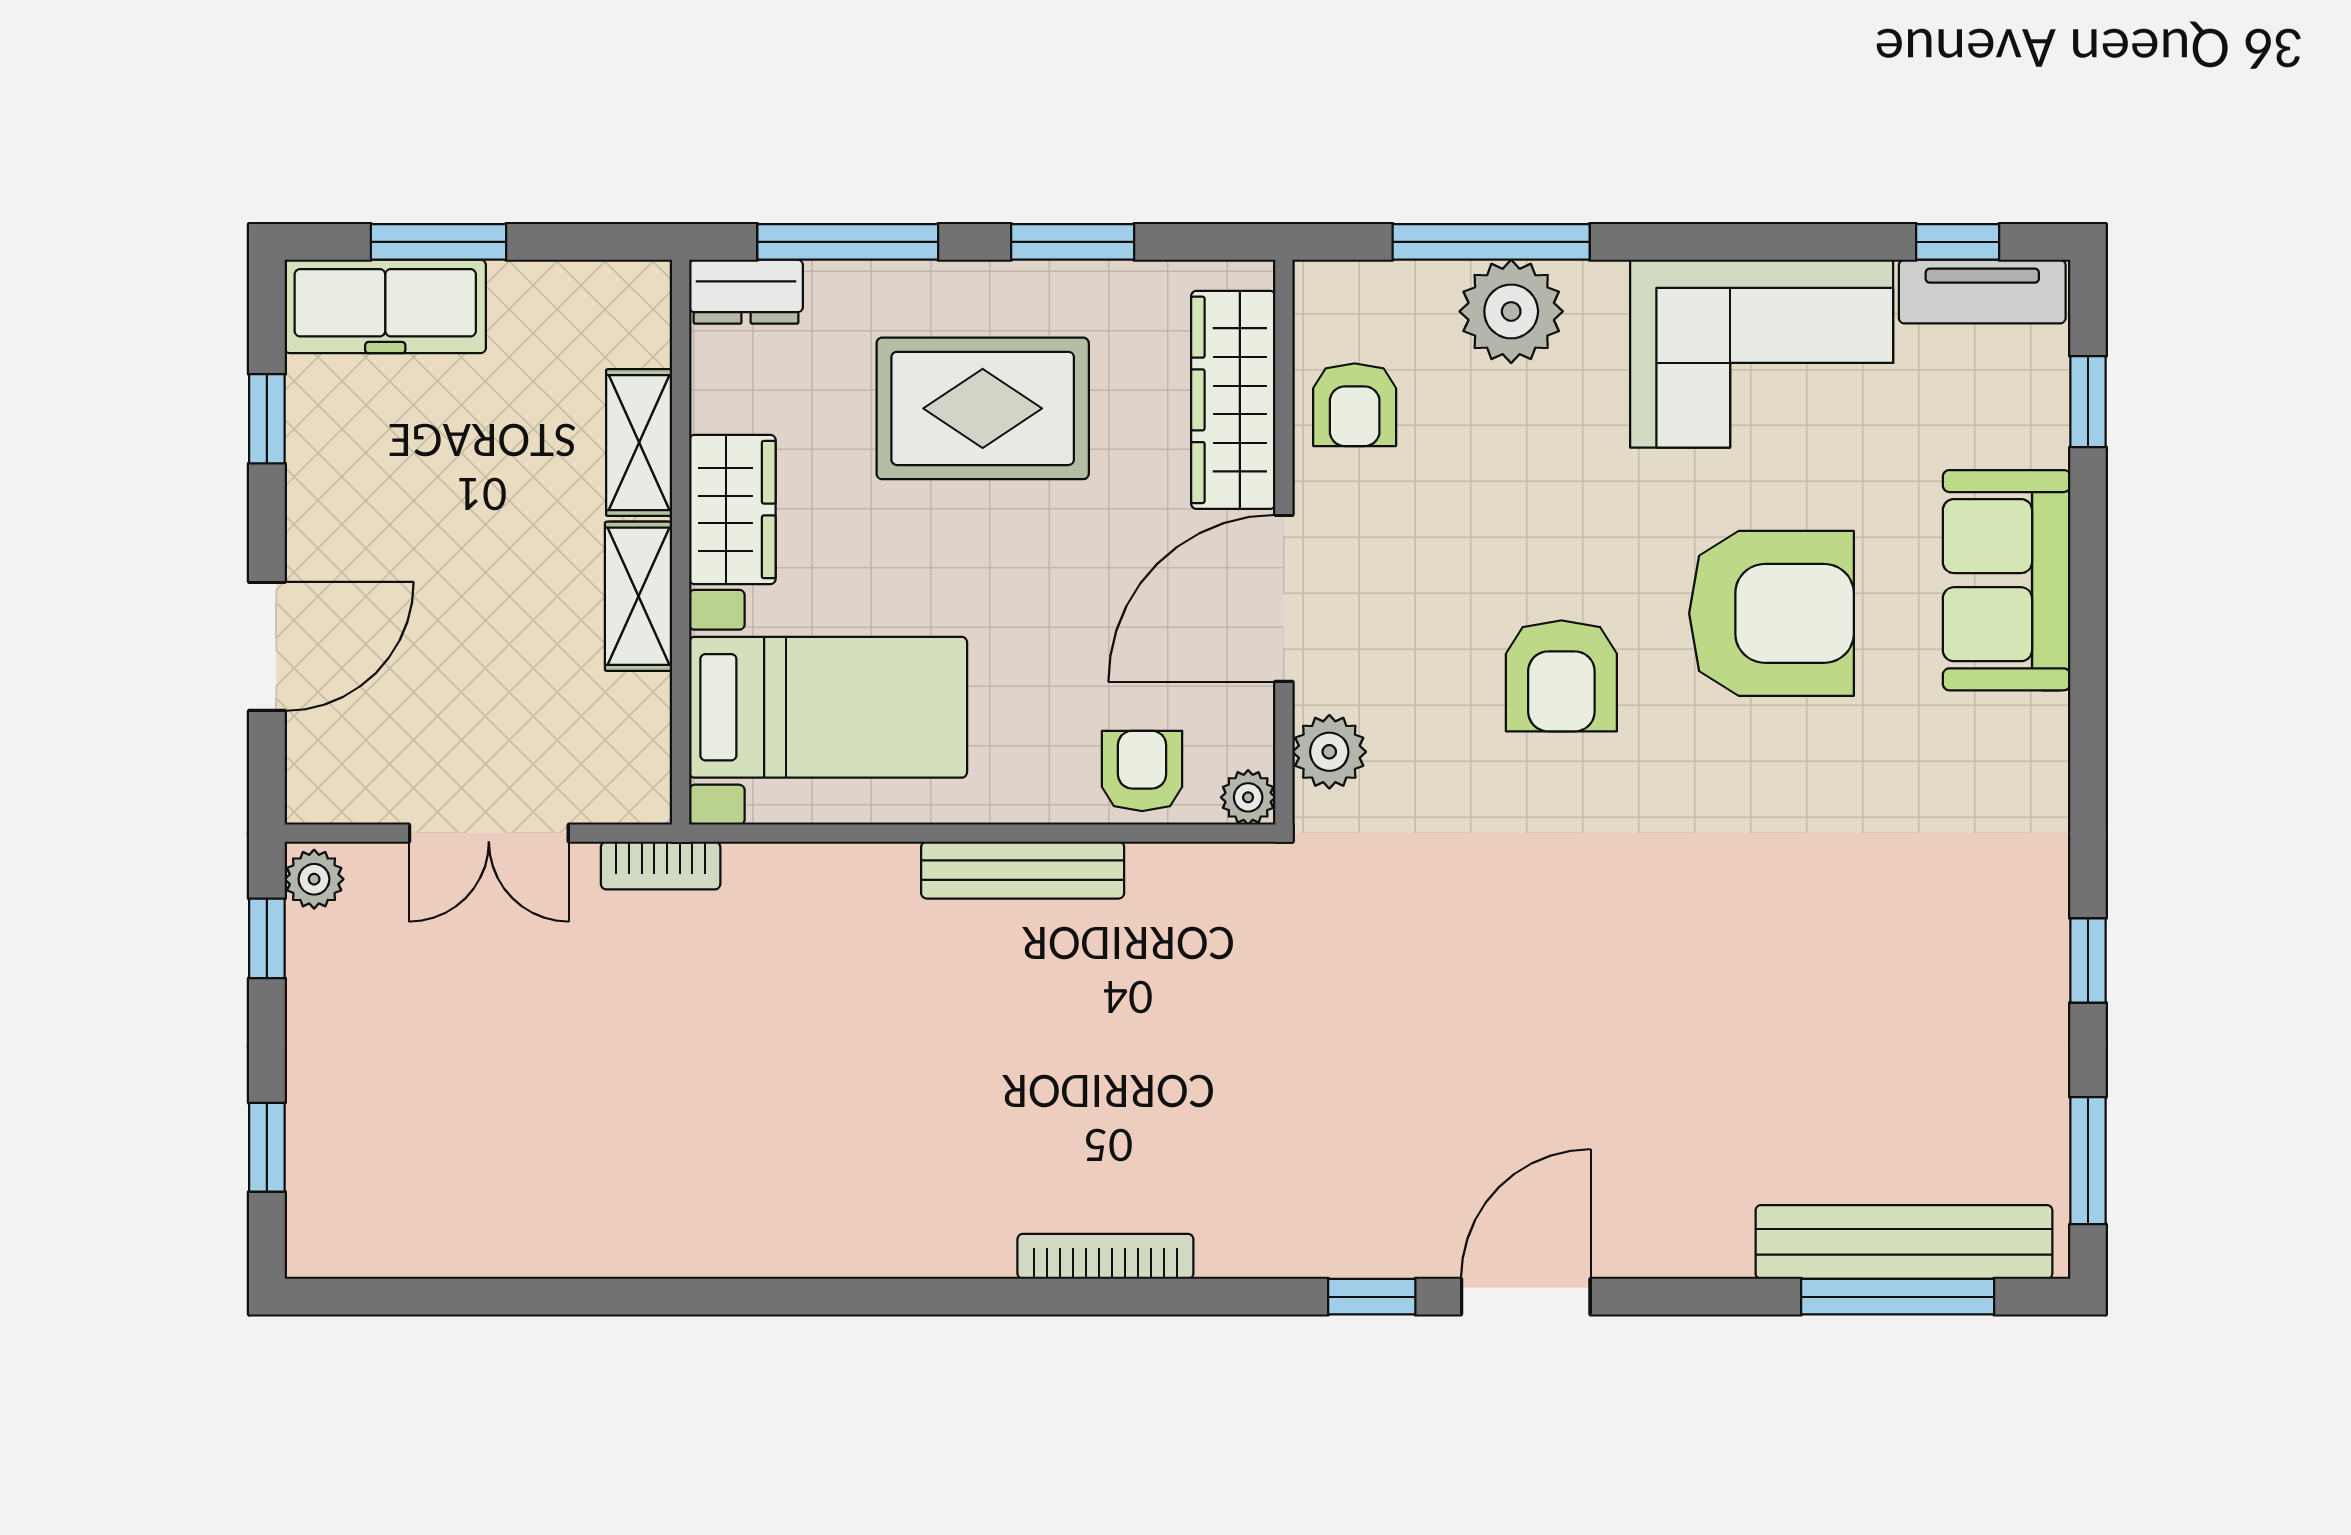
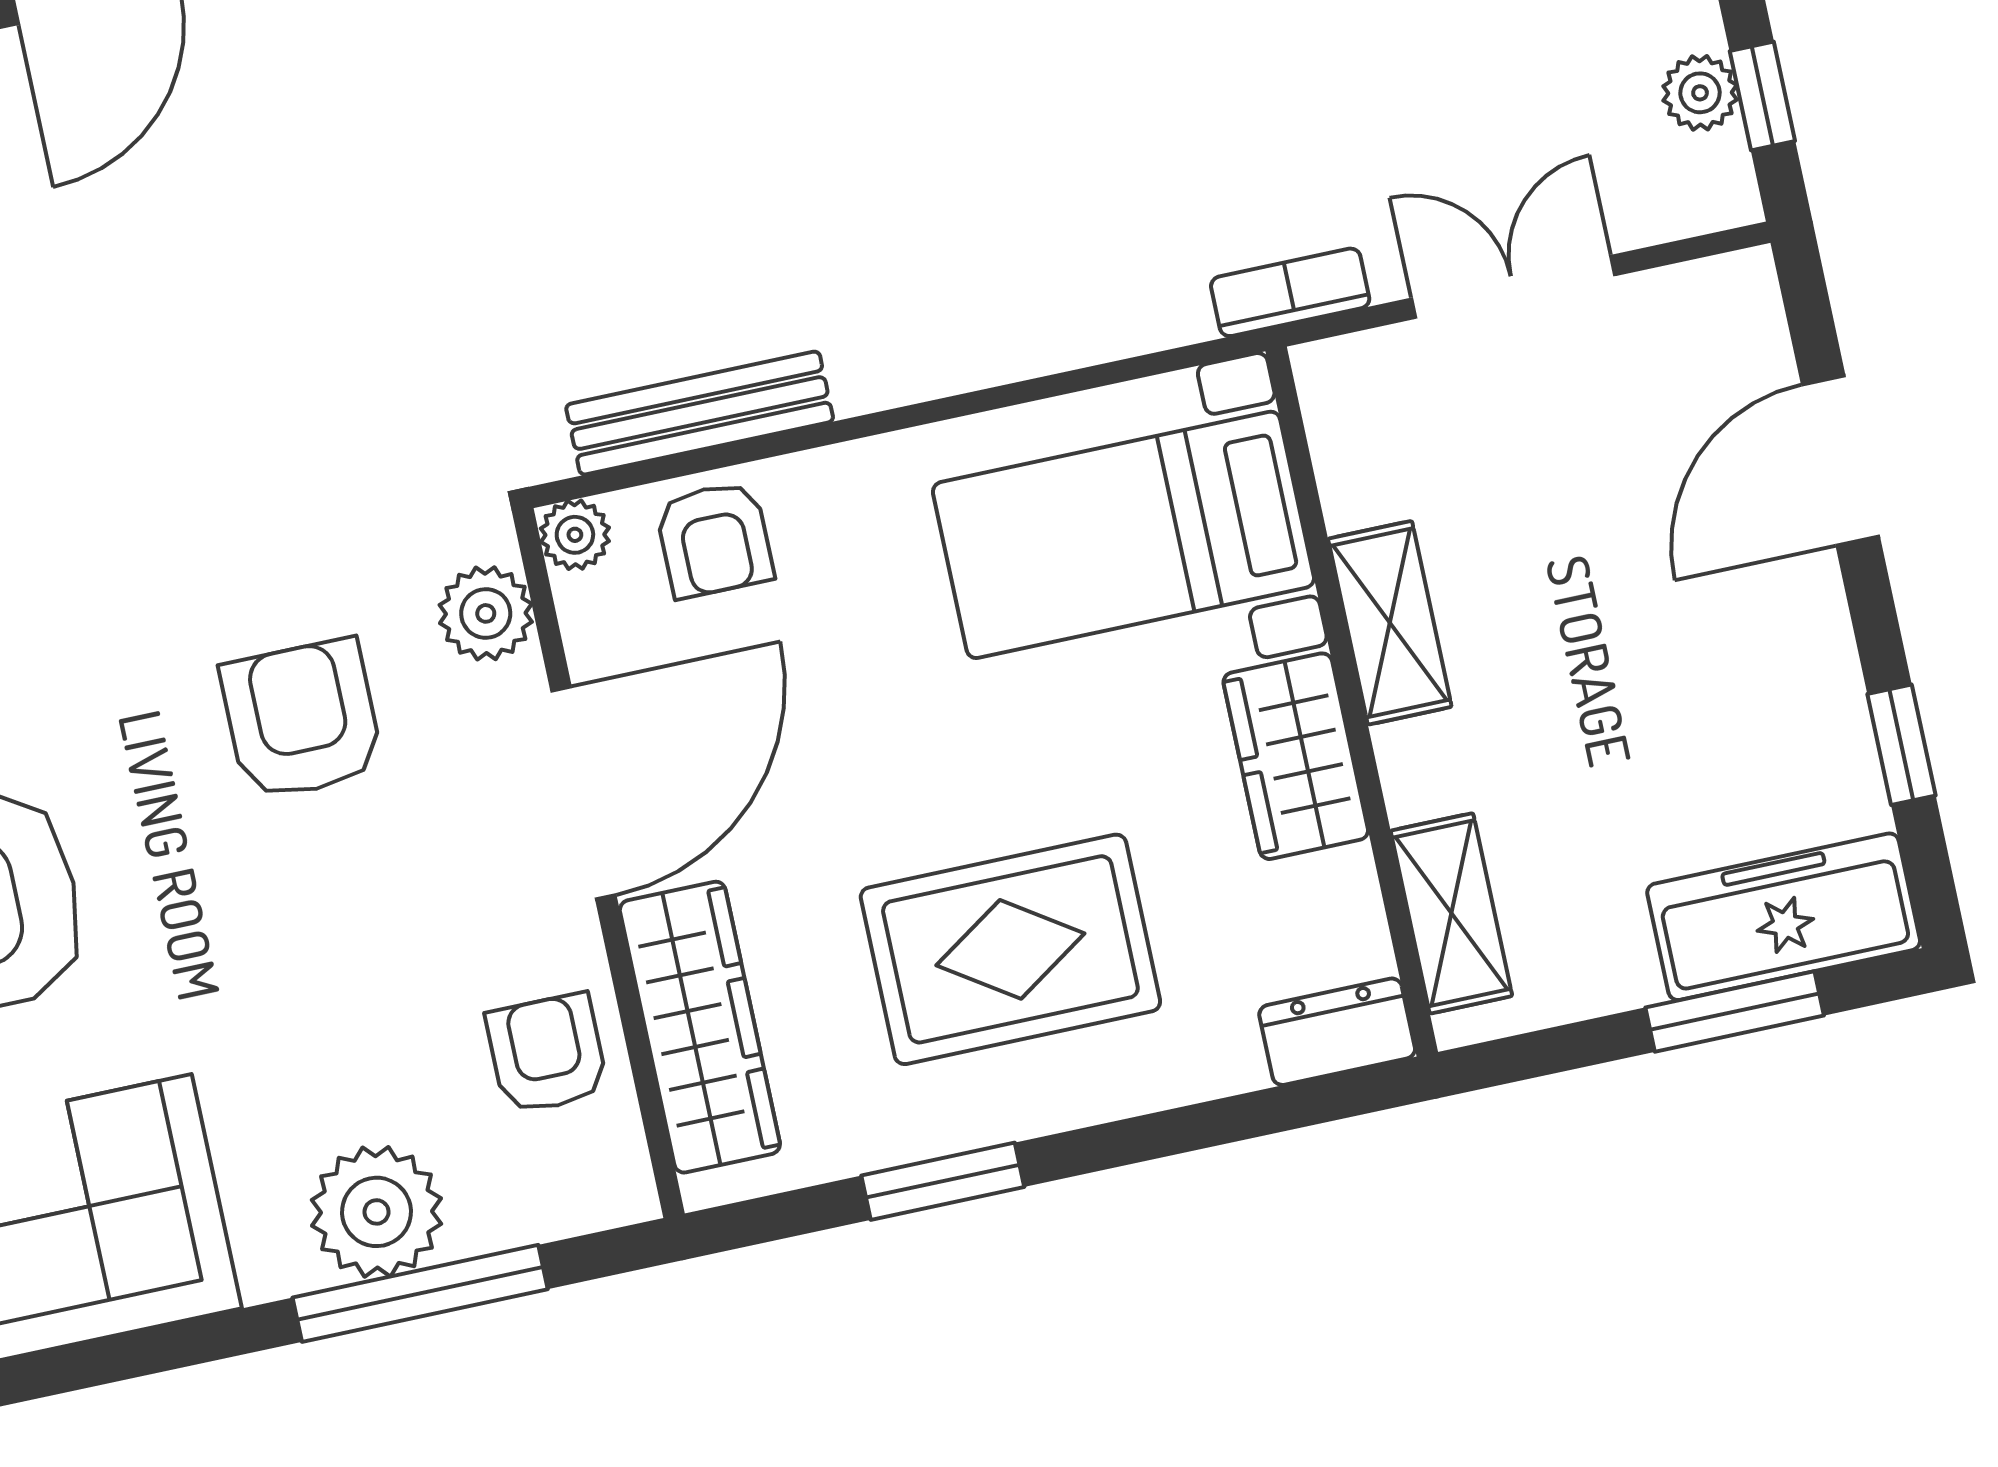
window: (848, 242) -> (1223, 1121), removed
shelving: (639, 443) -> (1451, 913), moved
armchair: (1561, 676) -> (302, 720), moved
bench: (1023, 870) -> (700, 413), moved
plant: (314, 879) -> (1700, 93), moved

